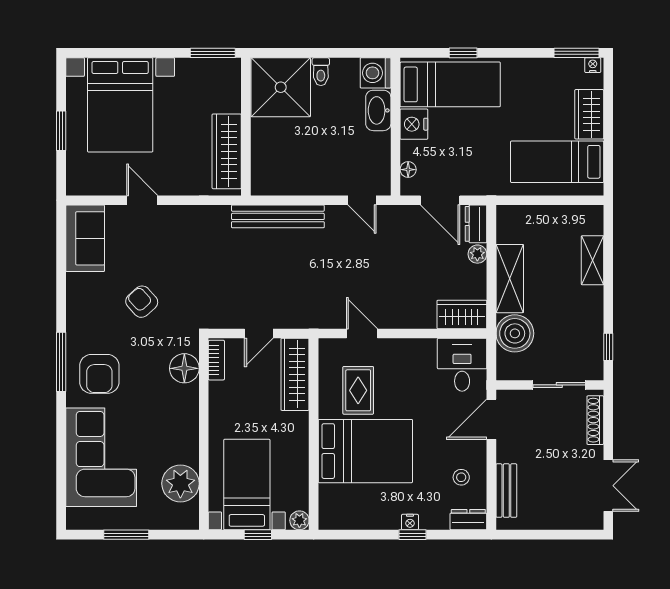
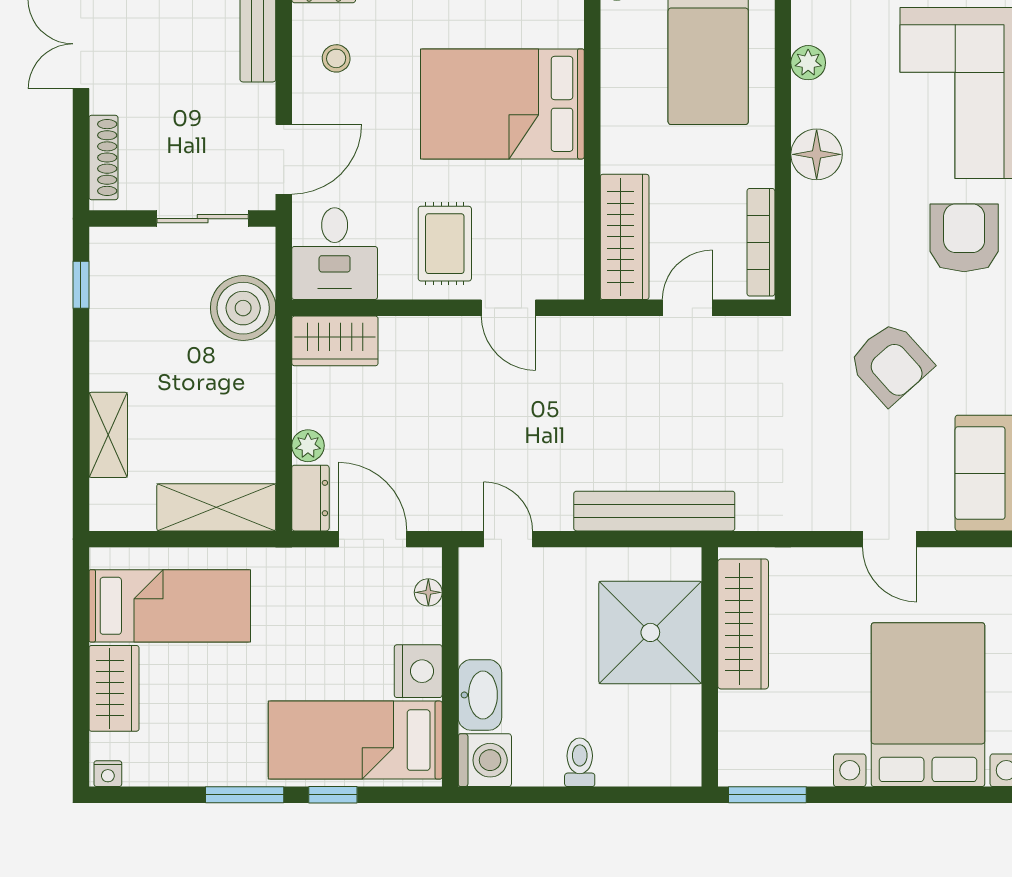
window: (576, 53) -> (245, 795), moved
shower: (281, 87) -> (650, 632), moved
shelving: (510, 279) -> (216, 507), moved, turned 90
armchair: (142, 302) -> (891, 363), width x1.38, depth x1.38
bookcase: (216, 360) -> (761, 242), width x1.56
floor lamp: (184, 368) -> (817, 154), moved
sliding door: (559, 385) -> (203, 219), moved
rug: (358, 390) -> (445, 244), moved
plant: (180, 483) -> (808, 63), width x0.53, depth x0.53

